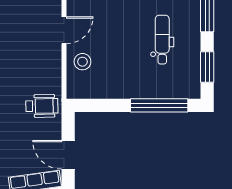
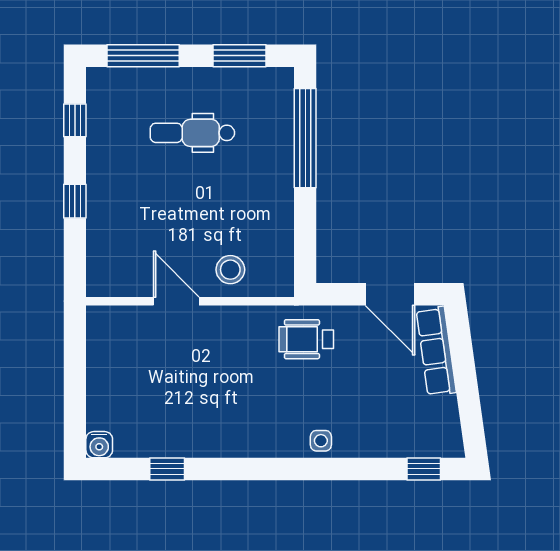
wheelchair: (42, 106) -> (306, 339), turned -89
door: (68, 155) -> (390, 294), hinge flipped

